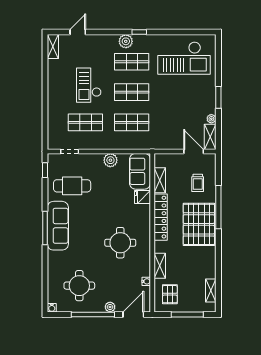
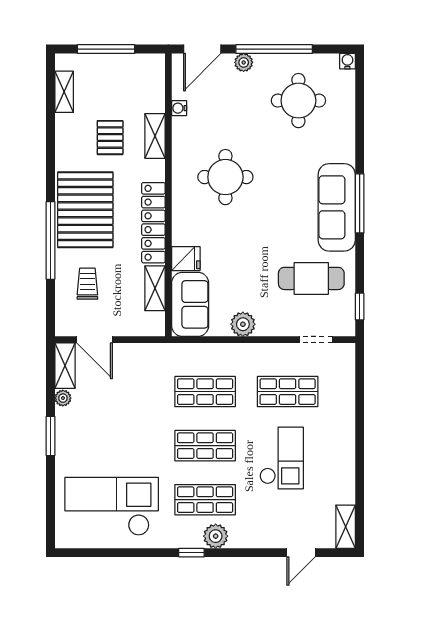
pallet: (170, 294) -> (110, 138), moved

